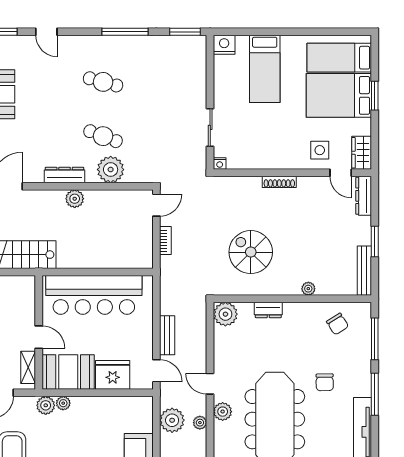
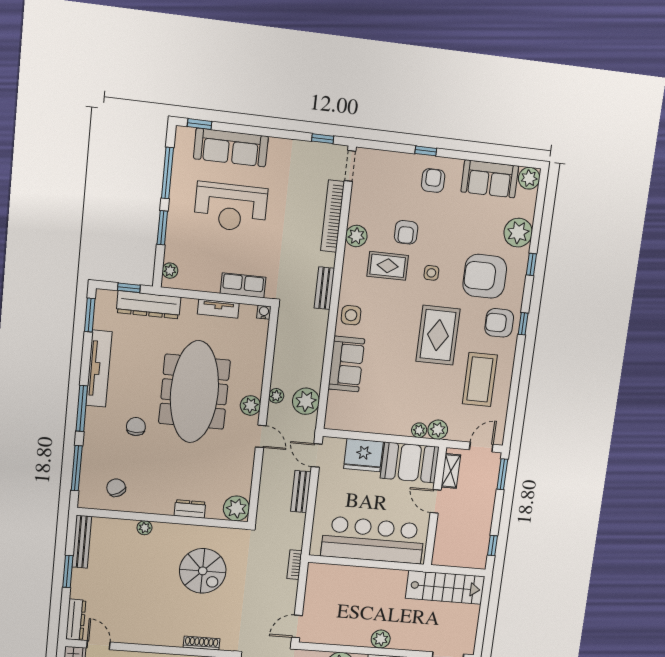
shoe rack: (279, 182) -> (201, 643), moved
bookcase: (165, 241) -> (295, 565), moved

